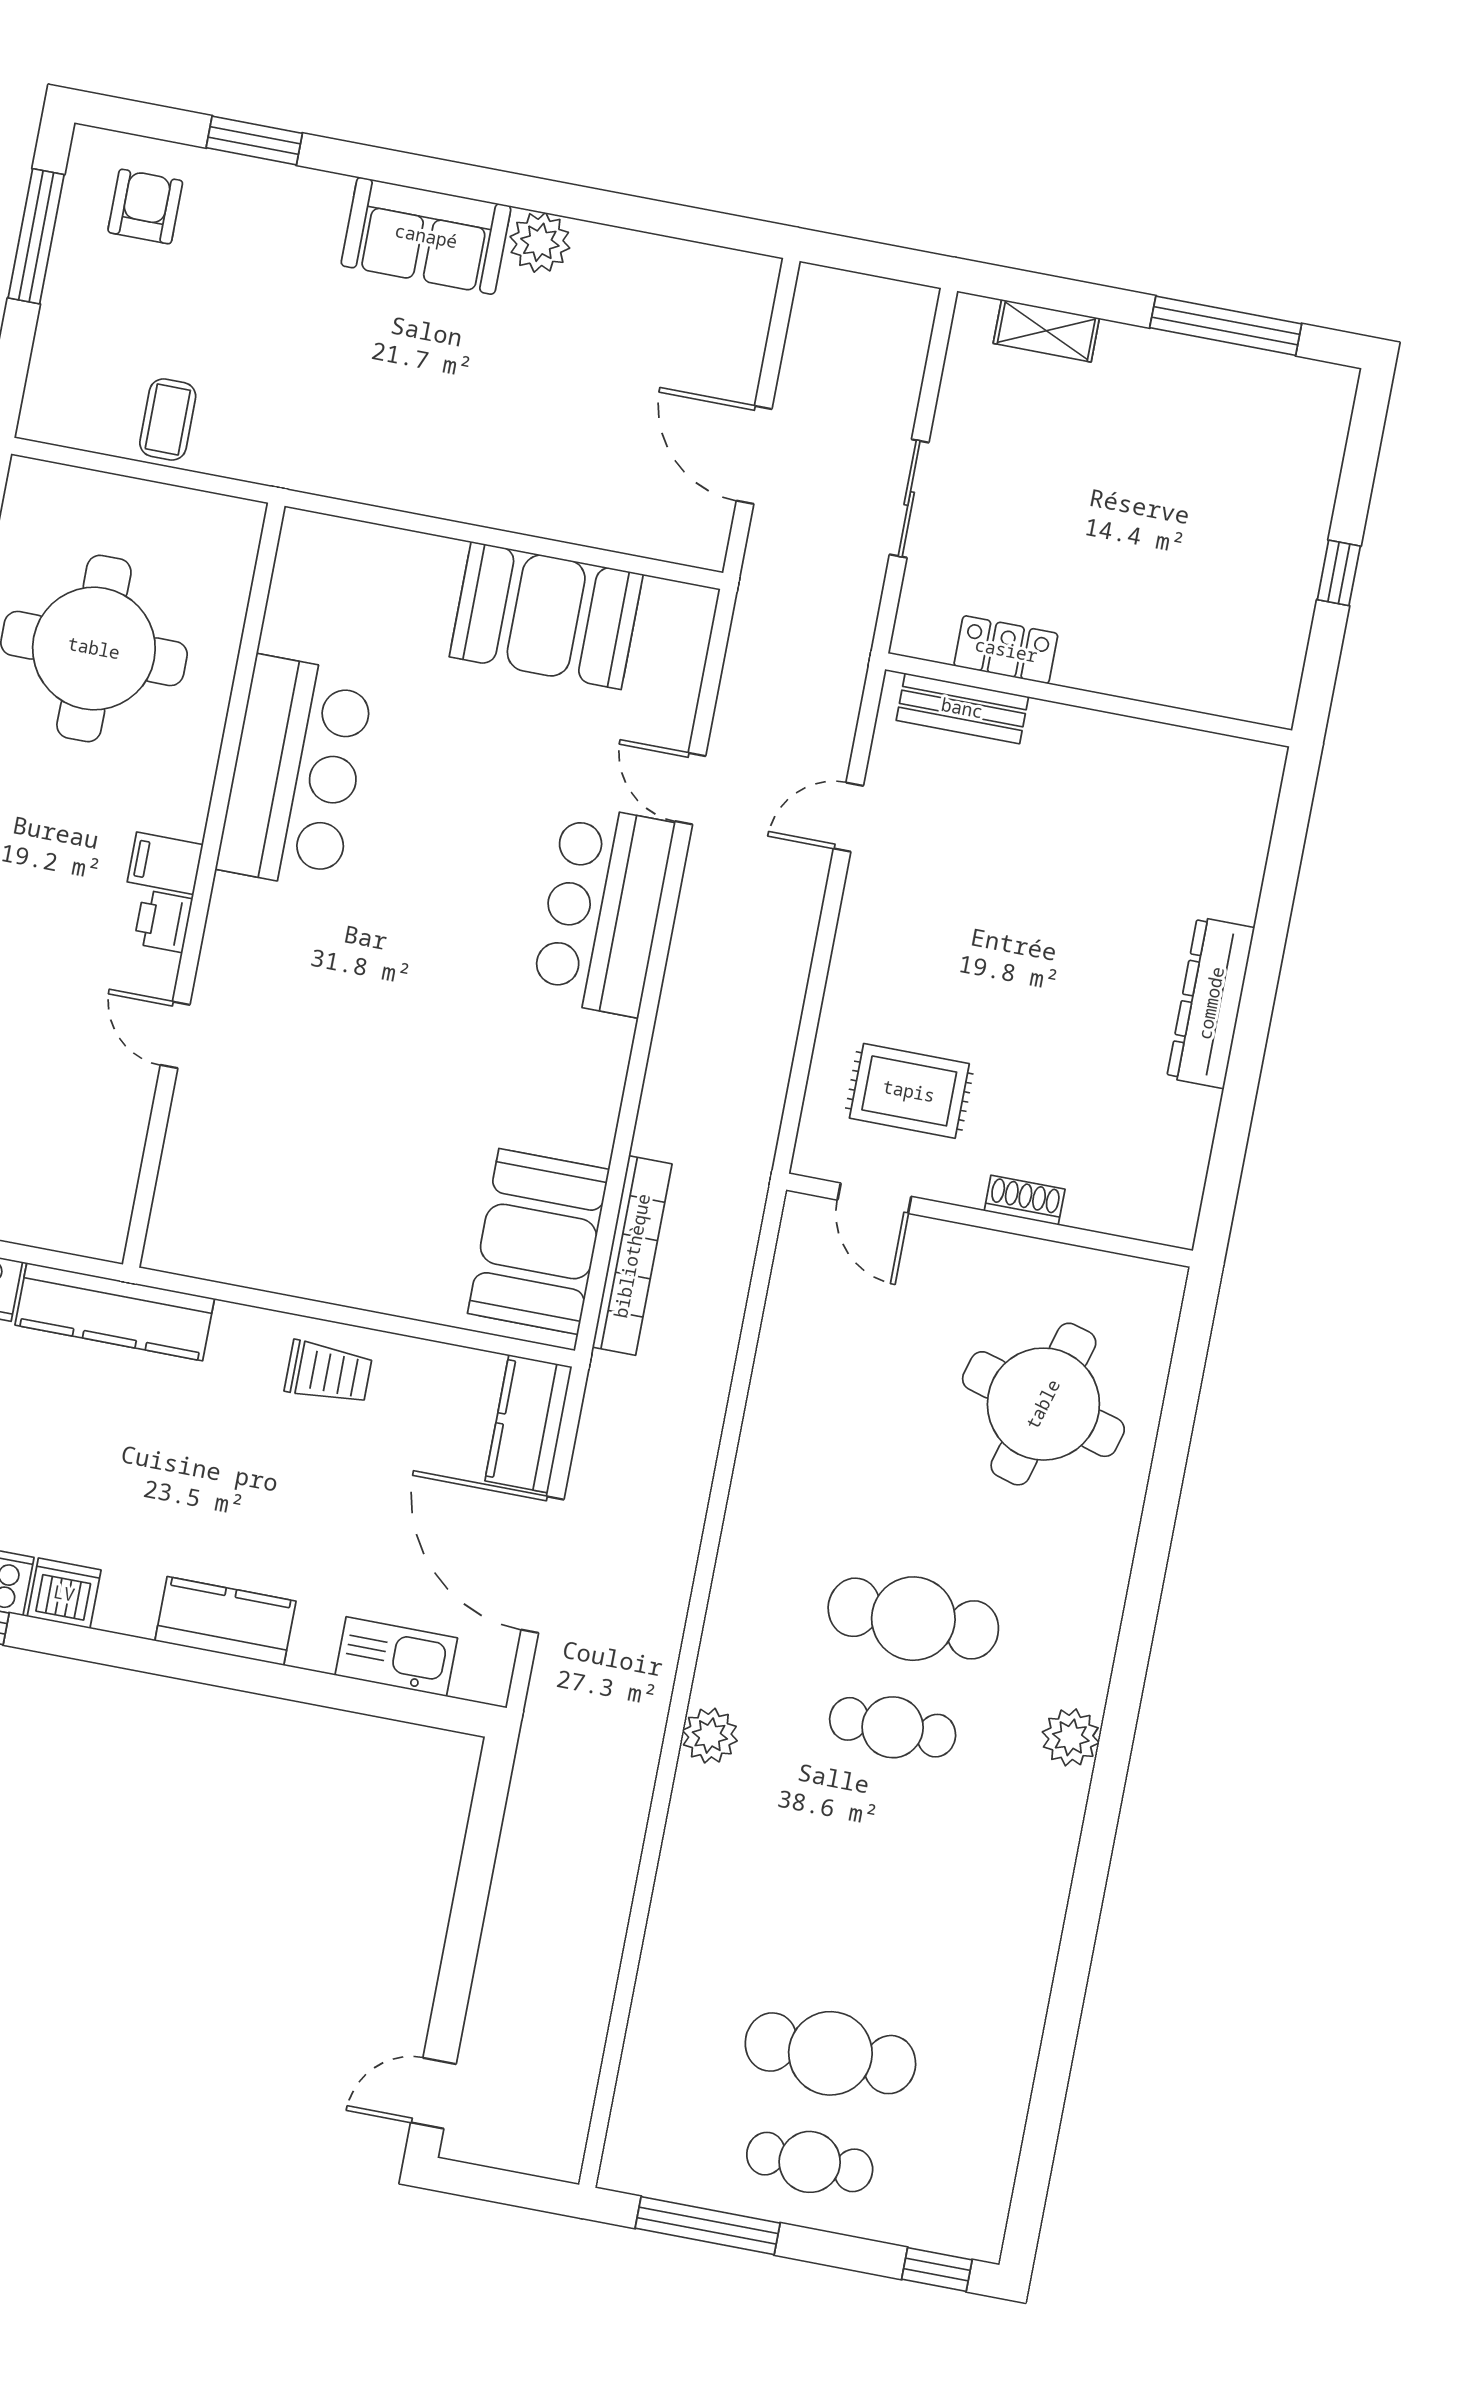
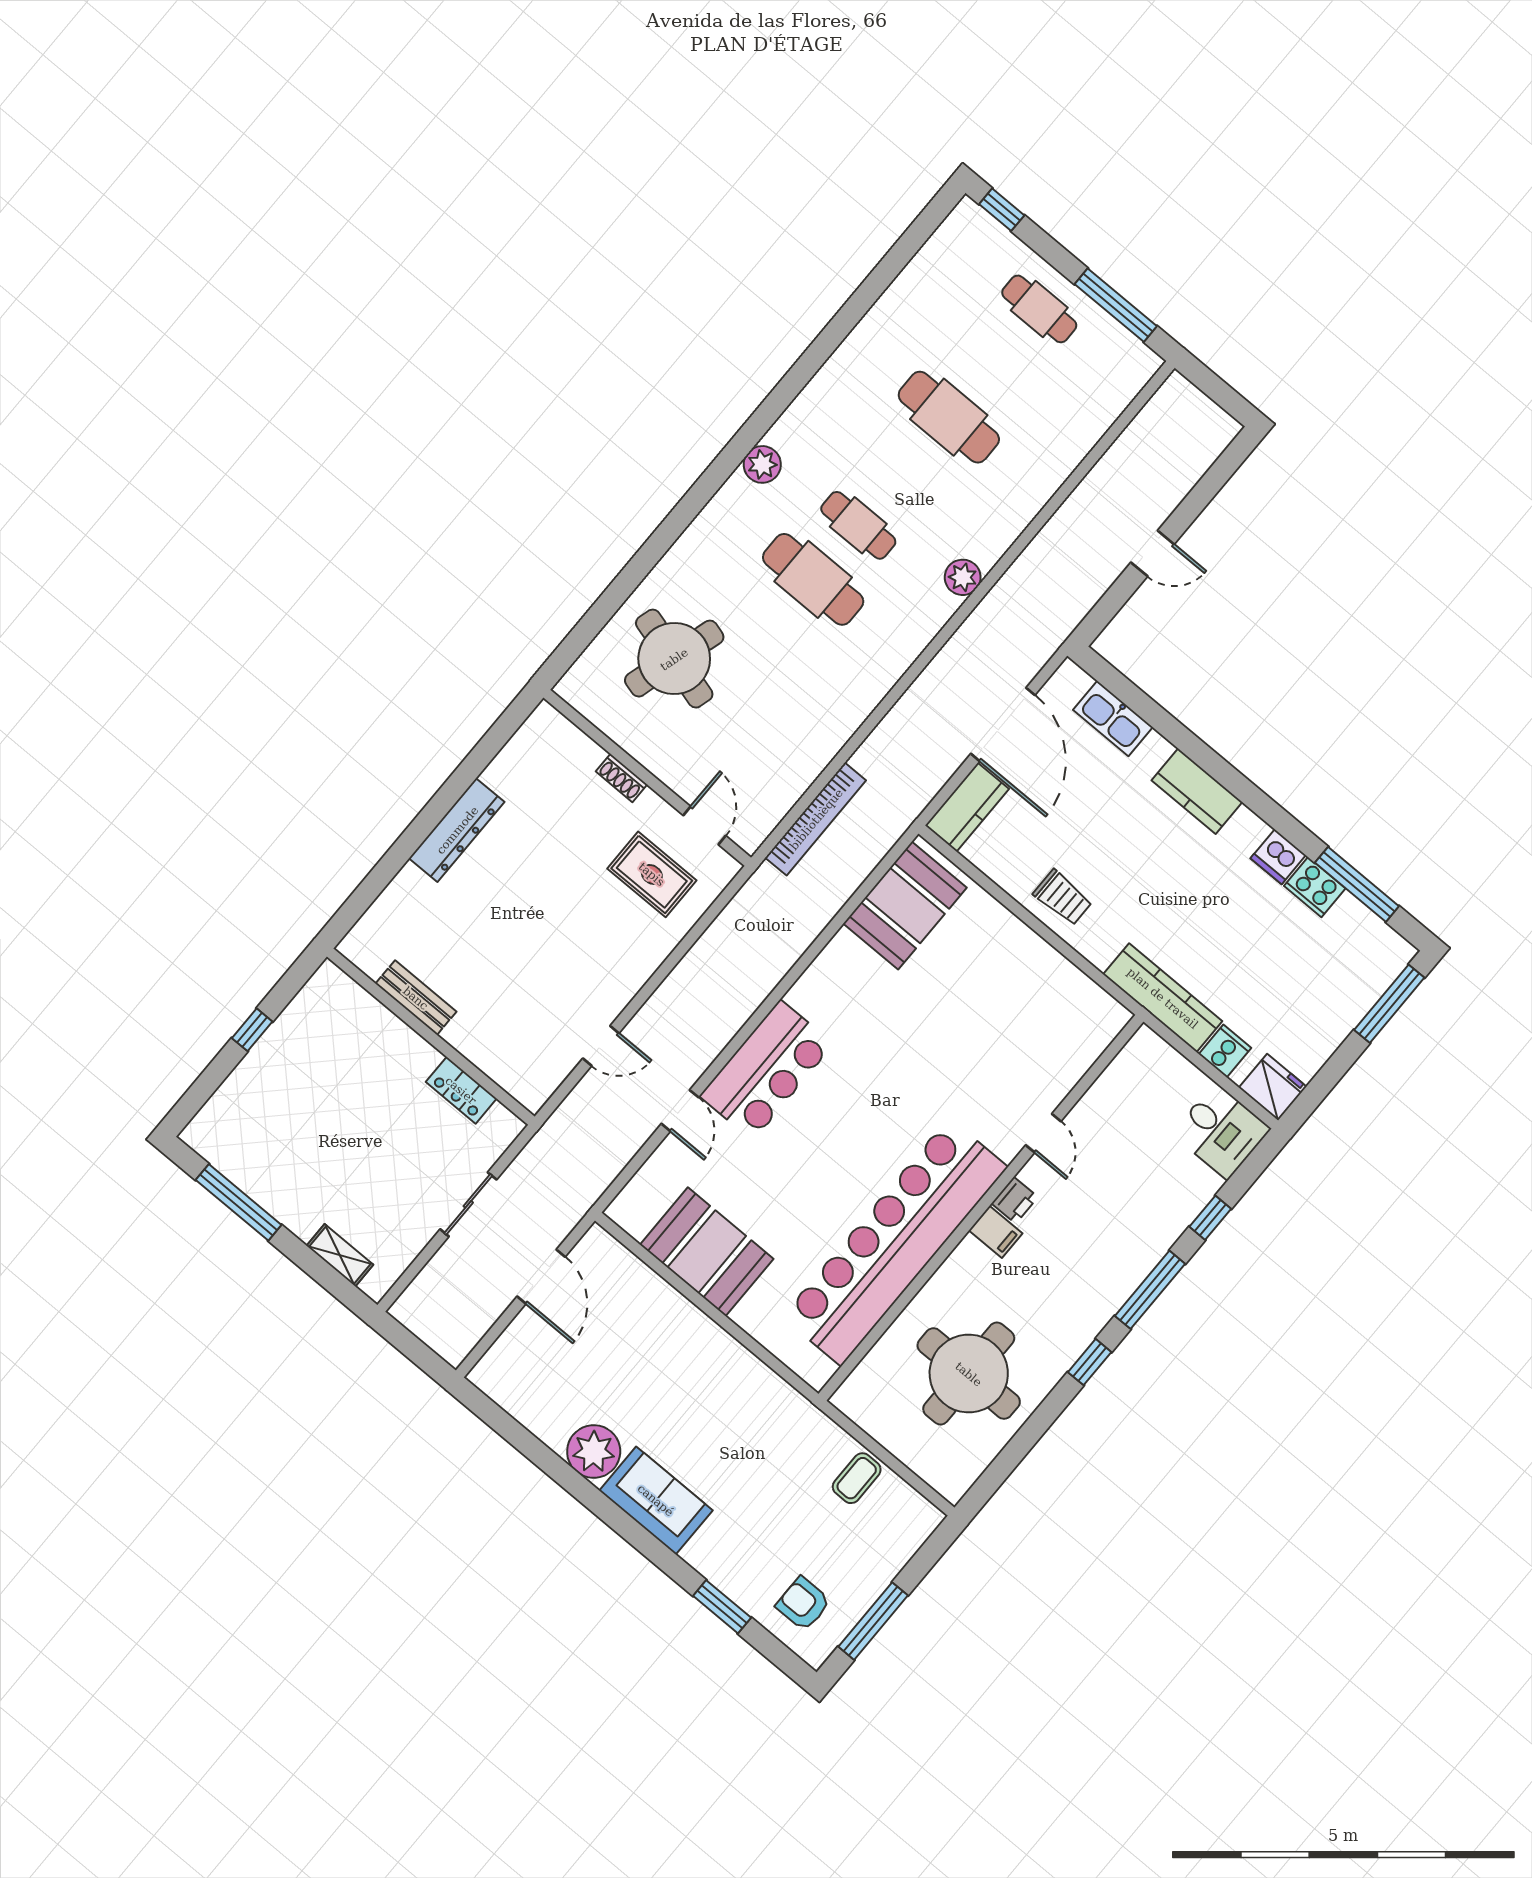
armchair: (145, 207) -> (803, 1604), turned 90
plant: (540, 242) -> (594, 1452), width x1.36, depth x1.36
bench: (962, 708) -> (416, 998), moved
bar counter: (296, 773) -> (895, 1242), width x1.86
bookcase: (632, 1256) -> (816, 819), moved, turned 180
trolley: (328, 1373) -> (1063, 898), turned 180
cafe table: (830, 2053) -> (949, 417), moved
door: (433, 2093) -> (1153, 553), moved

